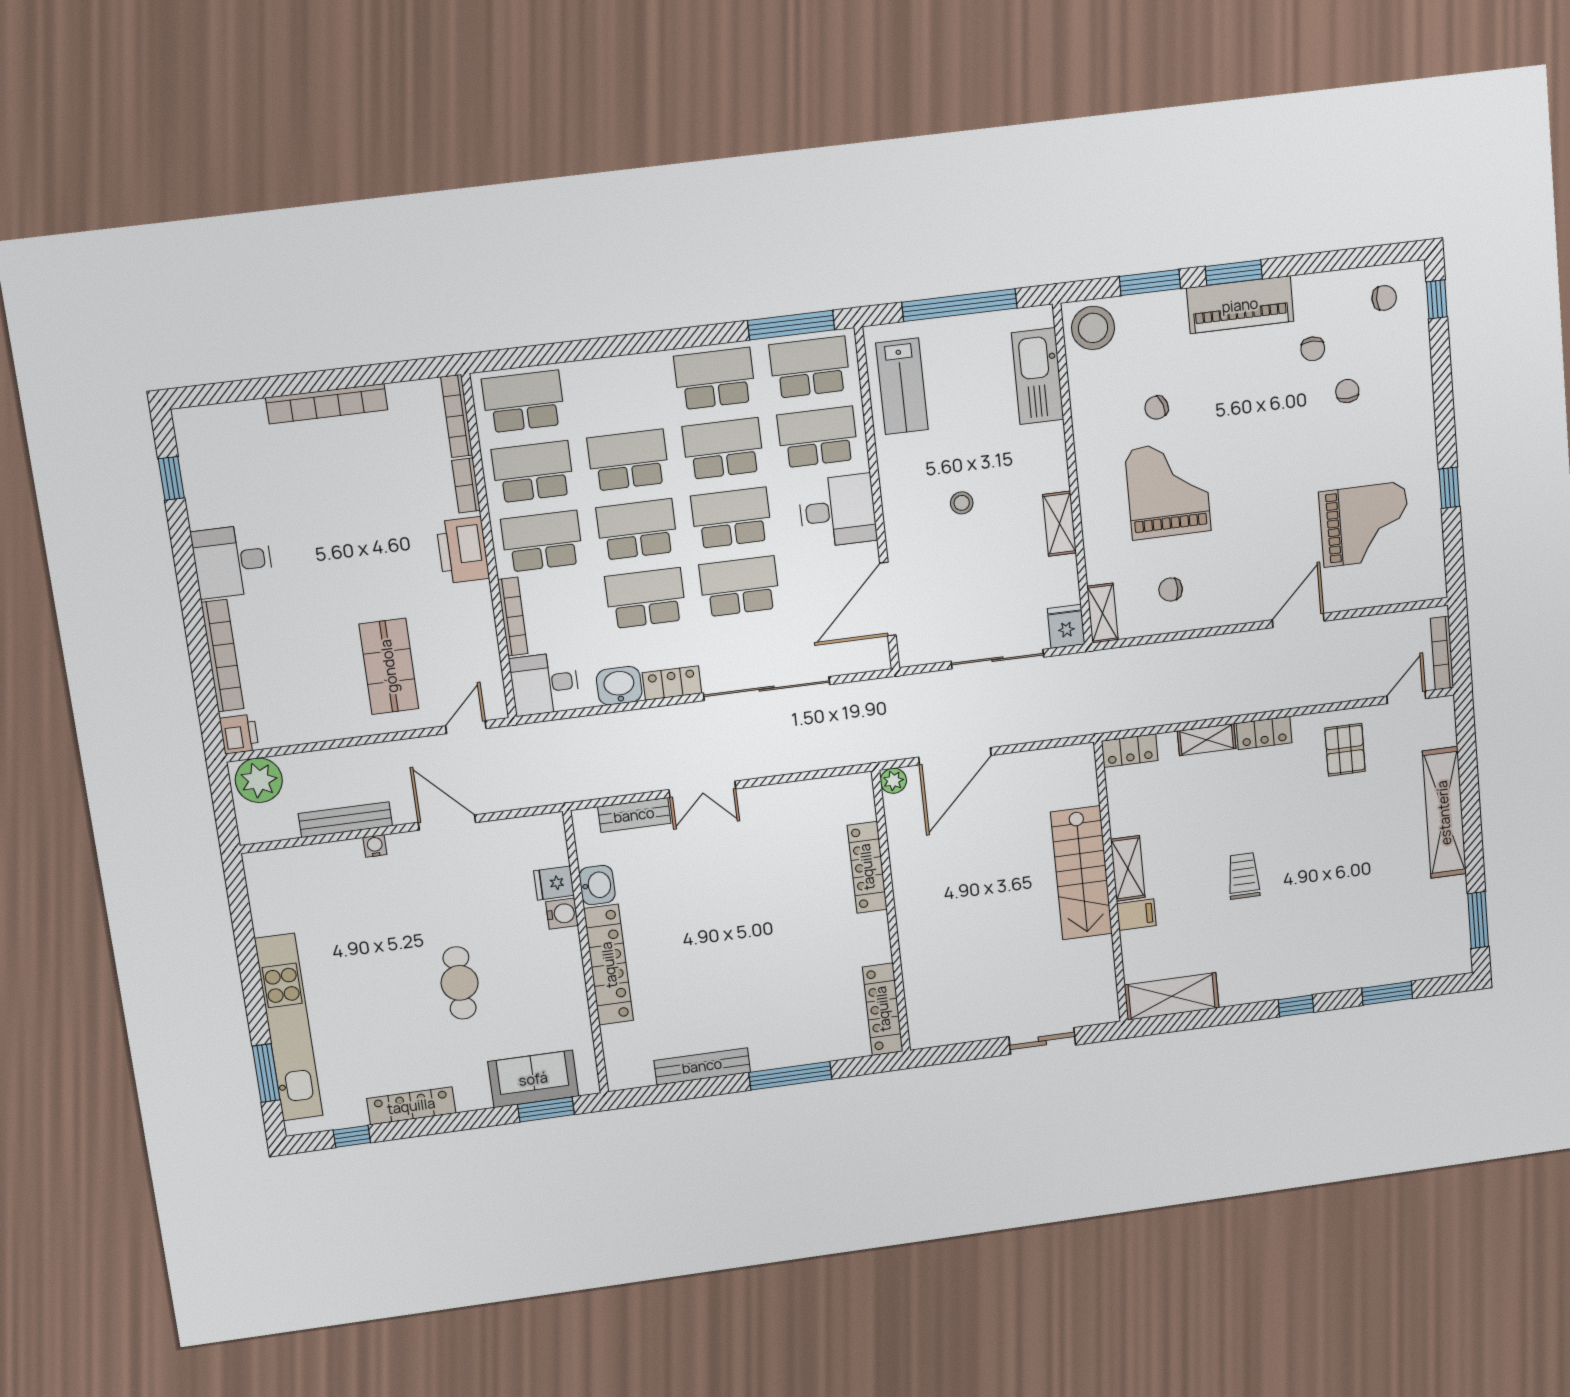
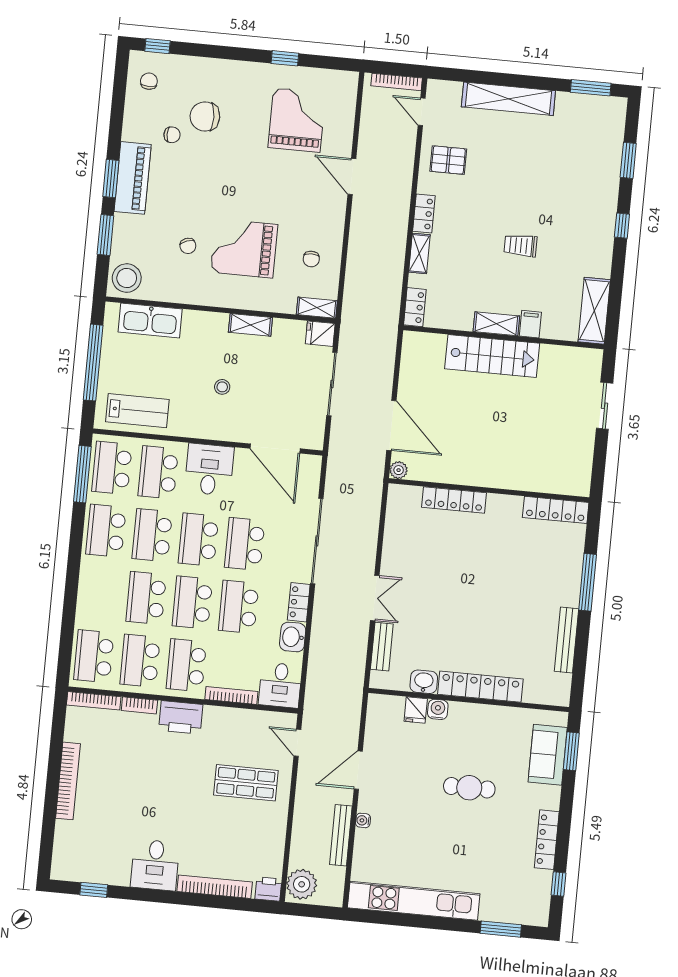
chair: (1347, 391) -> (205, 116), width x1.87, depth x1.87
kitchen unit: (289, 1027) -> (414, 901), moved

